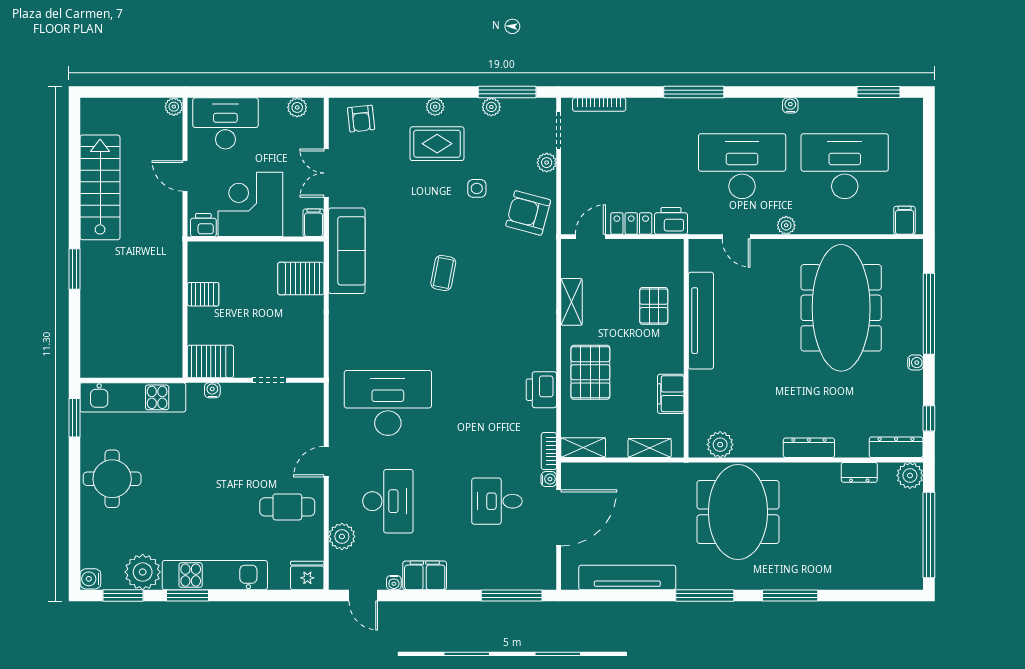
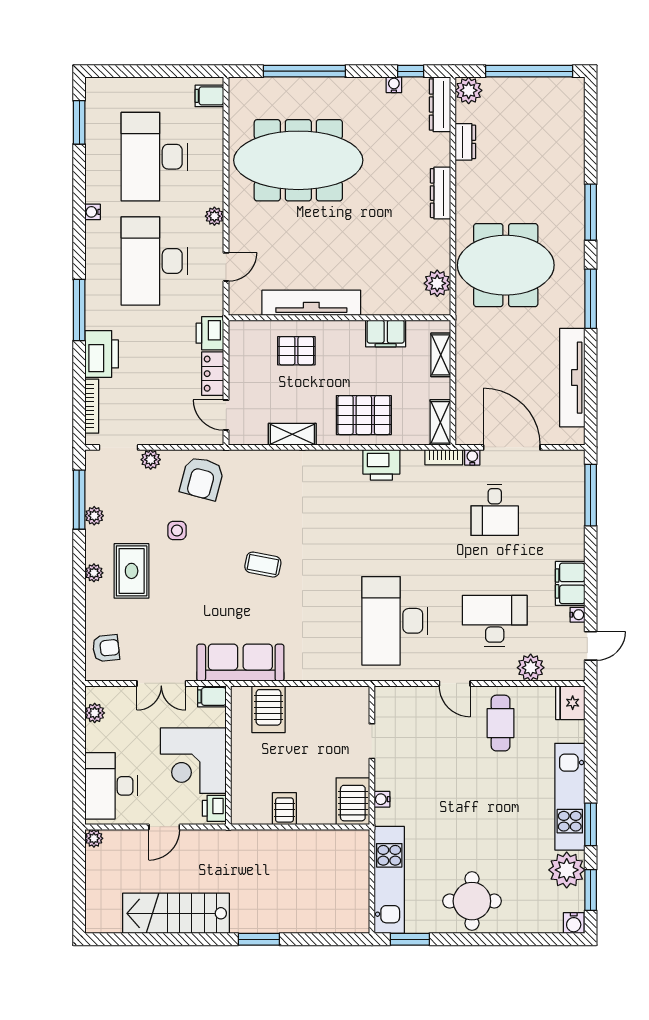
printer: (651, 114) -> (102, 354), added
water cooler: (916, 363) -> (394, 85), moved

